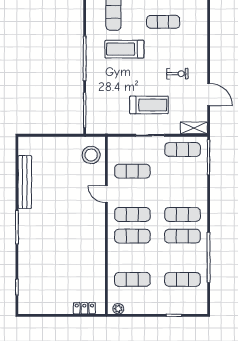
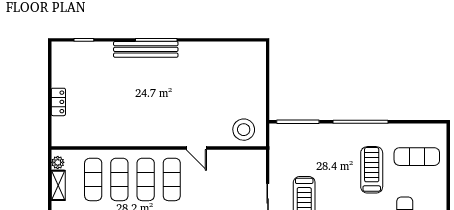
exercise mat: (132, 171) -> (119, 179), moved
bench: (25, 182) -> (146, 49), moved
door: (106, 194) -> (196, 148), swing flipped
locker: (84, 308) -> (58, 102), moved
shelving: (137, 308) -> (58, 185), added

